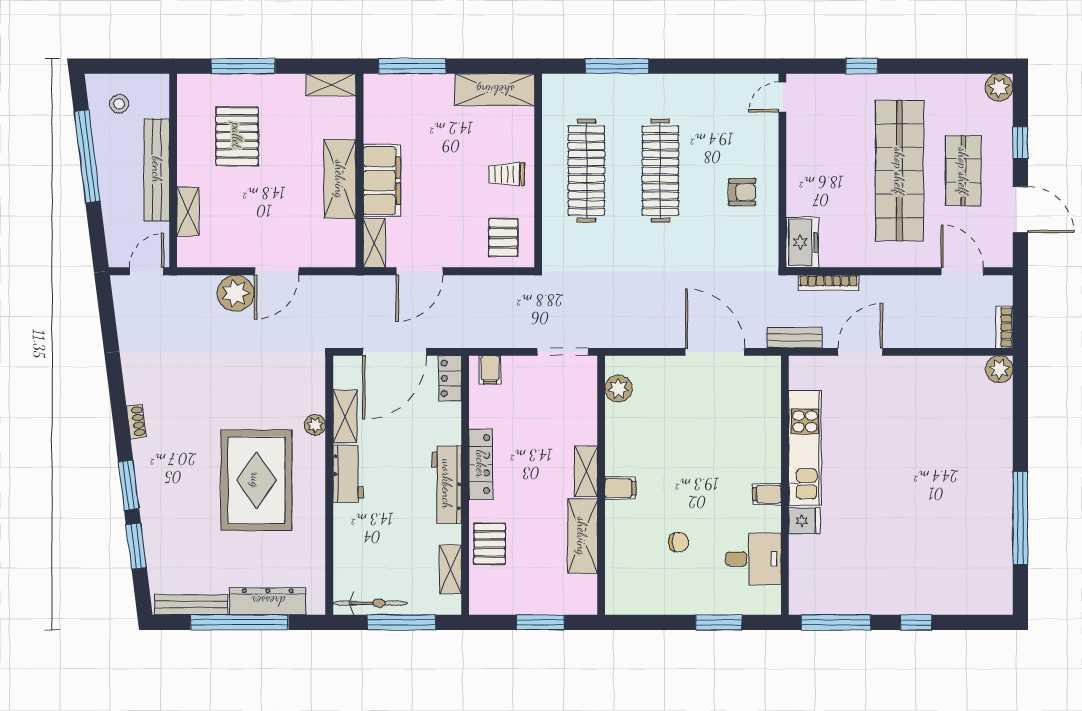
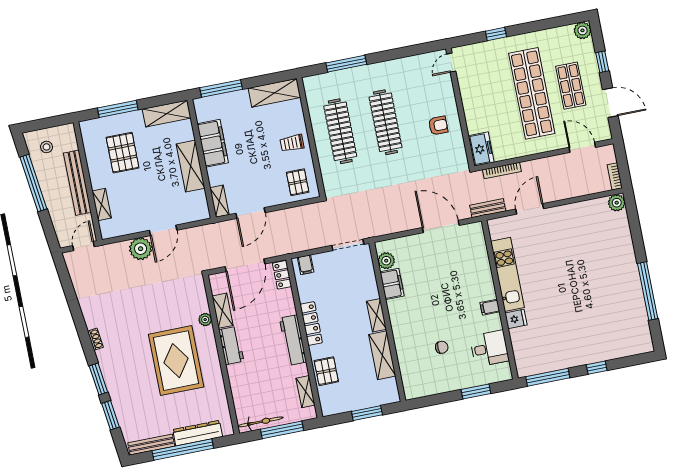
shelving: (331, 85) -> (167, 113), width x1.50, depth x1.33
filing cabinet: (382, 181) -> (213, 143), moved
filing cabinet: (620, 488) -> (392, 284), moved, width x2.00

